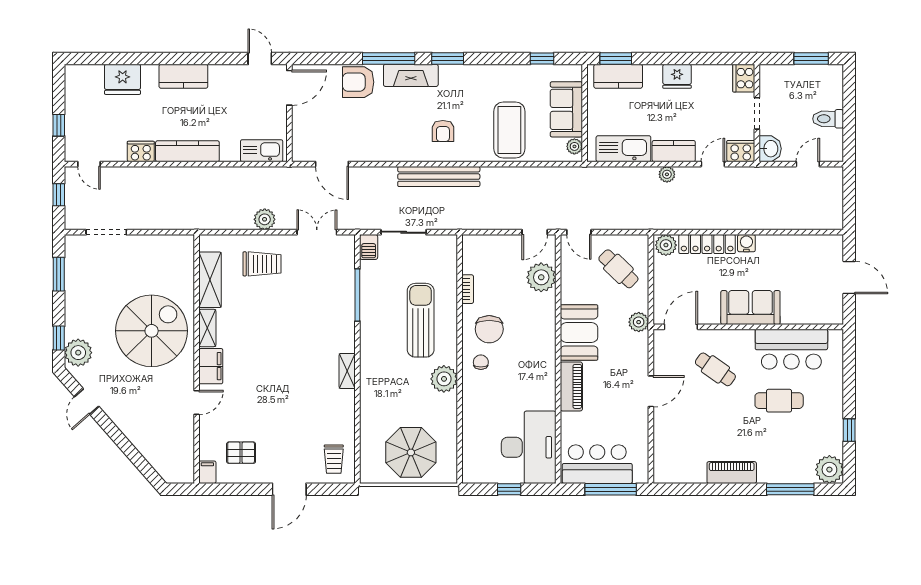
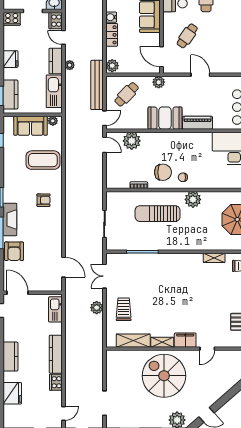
door: (332, 164) -> (63, 267), hinge flipped
bench: (439, 177) -> (97, 85), moved
locker: (707, 244) -> (112, 35), width x0.66
barbecue: (369, 247) -> (113, 245), removed
shelving: (347, 371) -> (214, 258), moved
door: (197, 403) -> (207, 349), swing flipped

